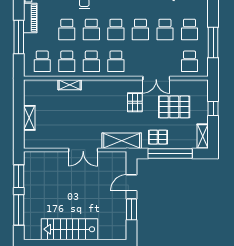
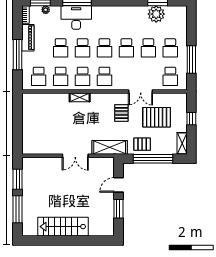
shelving: (70, 85) -> (80, 97), moved
shelving: (29, 118) -> (27, 127), removed

